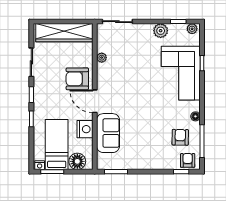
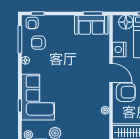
sofa: (108, 133) -> (91, 25), moved, turned -90
armchair: (180, 137) -> (38, 43), turned 89

